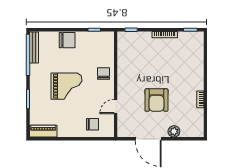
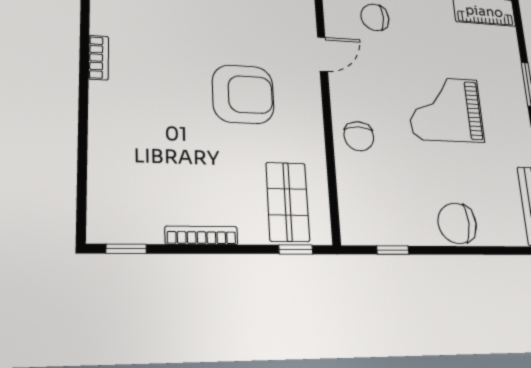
shop shelf: (133, 47) -> (288, 202), added
armchair: (156, 100) -> (243, 94), moved, turned 90

